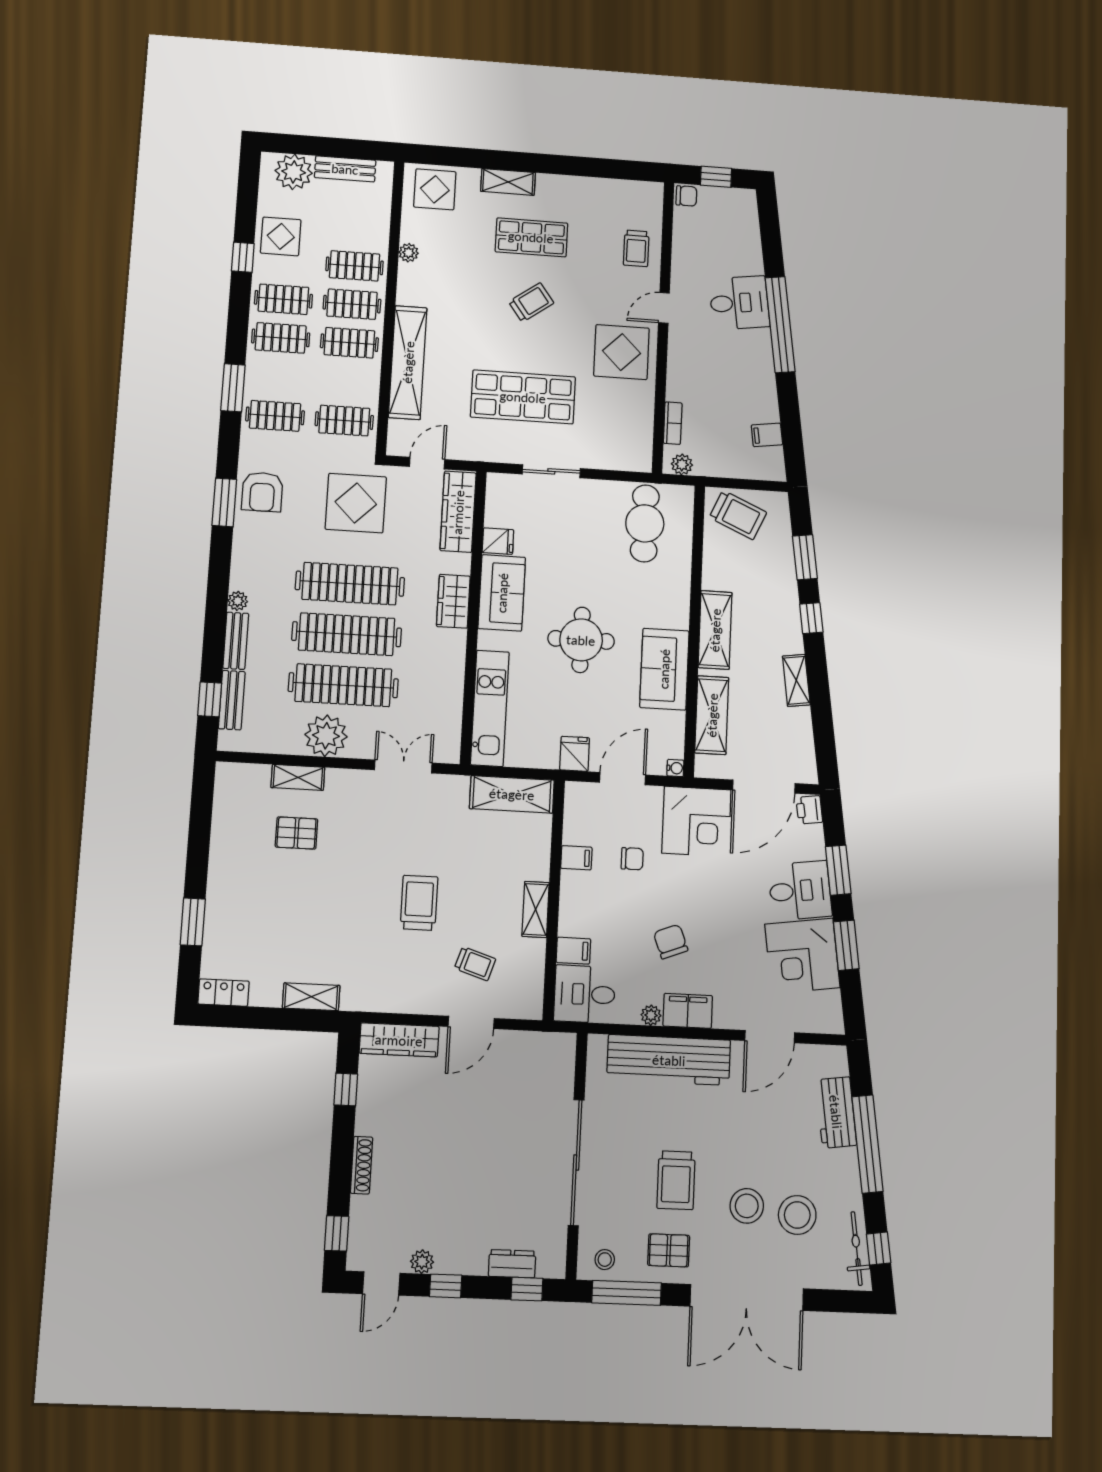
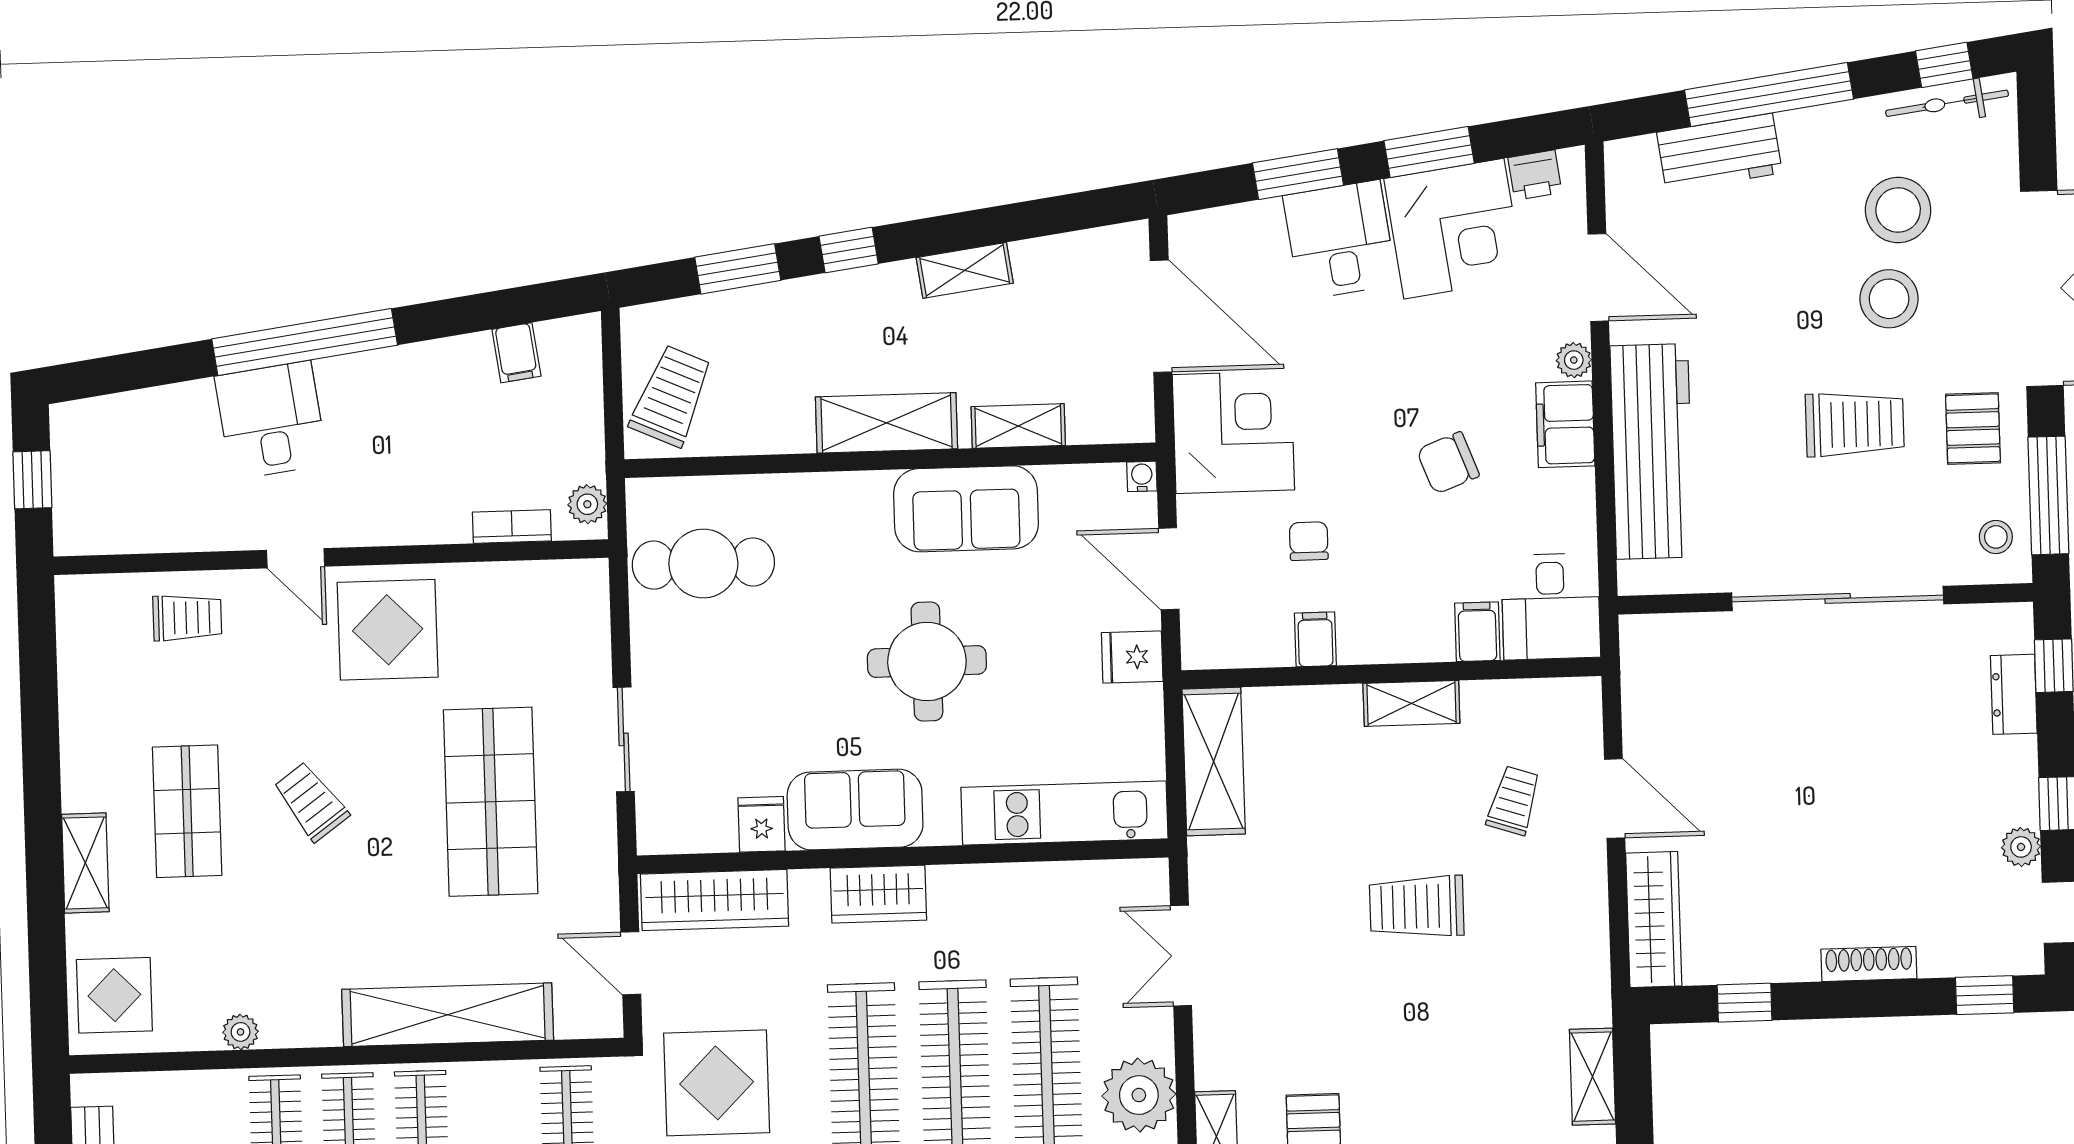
chair: (686, 196) -> (76, 532), removed
shelving: (712, 715) -> (1018, 426), width x0.67, depth x0.75
printer: (809, 810) -> (1535, 175), moved
plant: (651, 1015) -> (1574, 360), moved

